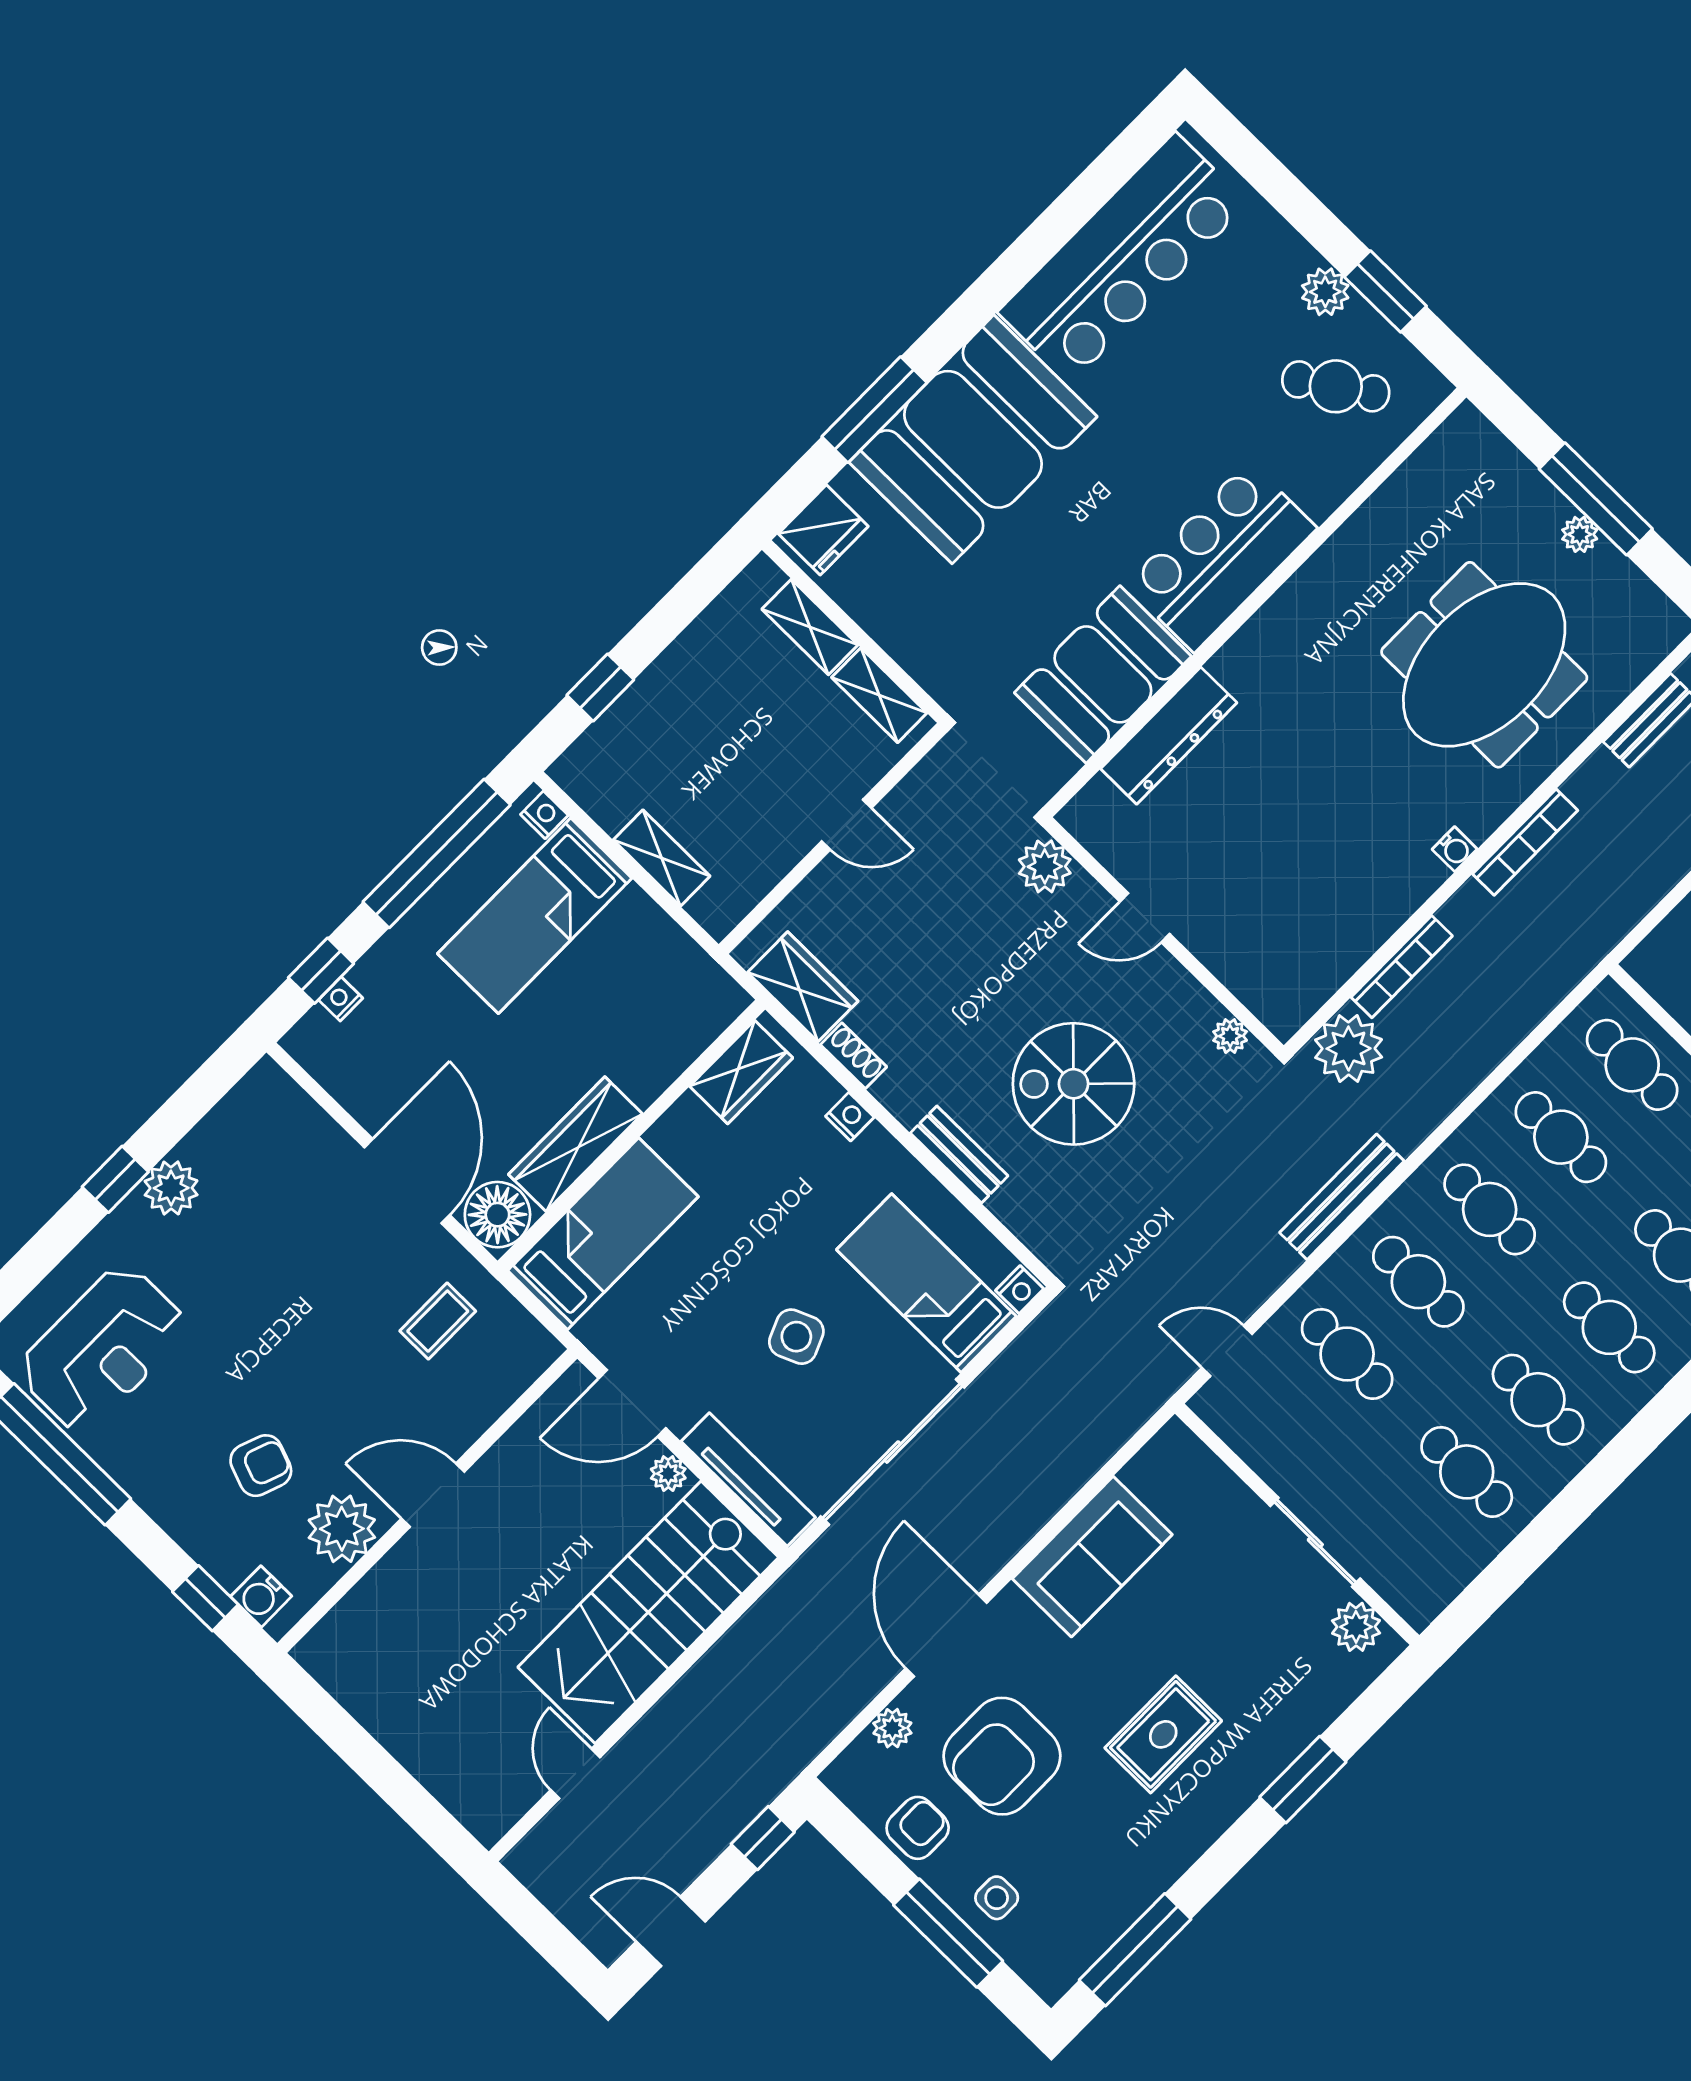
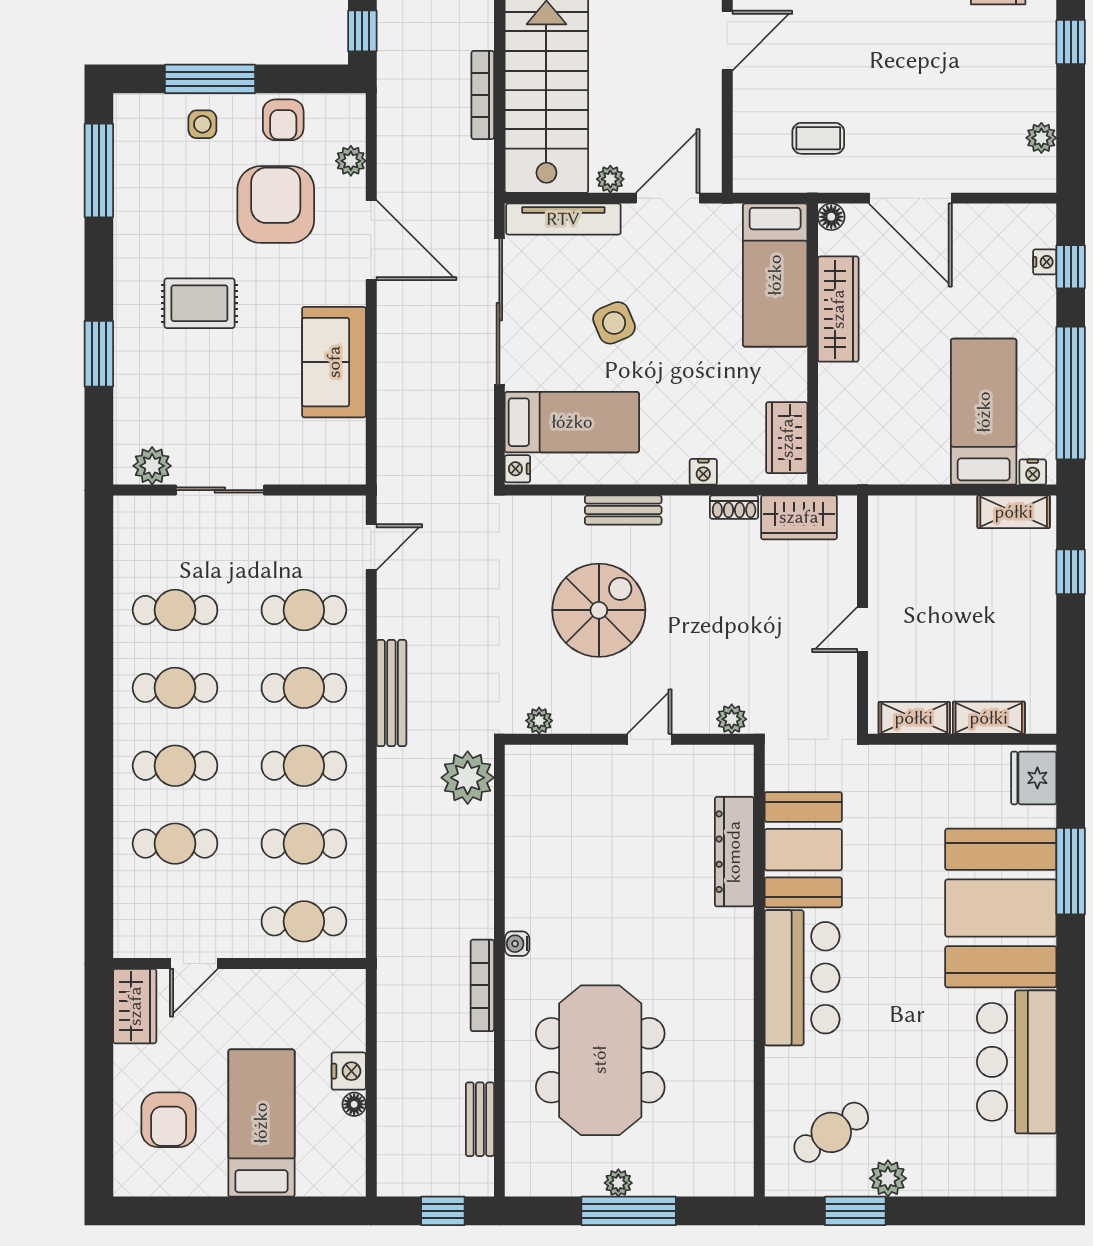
bar counter: (1123, 258) -> (1017, 1062), width x0.73
shelving: (662, 858) -> (1014, 512), moved
plant: (1045, 866) -> (732, 719), width x0.73, depth x0.73
bookcase: (1402, 967) -> (483, 95), moved
plant: (171, 1188) -> (1041, 138), moved, width x0.73, depth x0.73
floor lamp: (497, 1215) -> (831, 217), width x0.53, depth x0.53
coffee table: (438, 1321) -> (818, 138), turned 90
rug: (1163, 1734) -> (199, 303), turned 90

